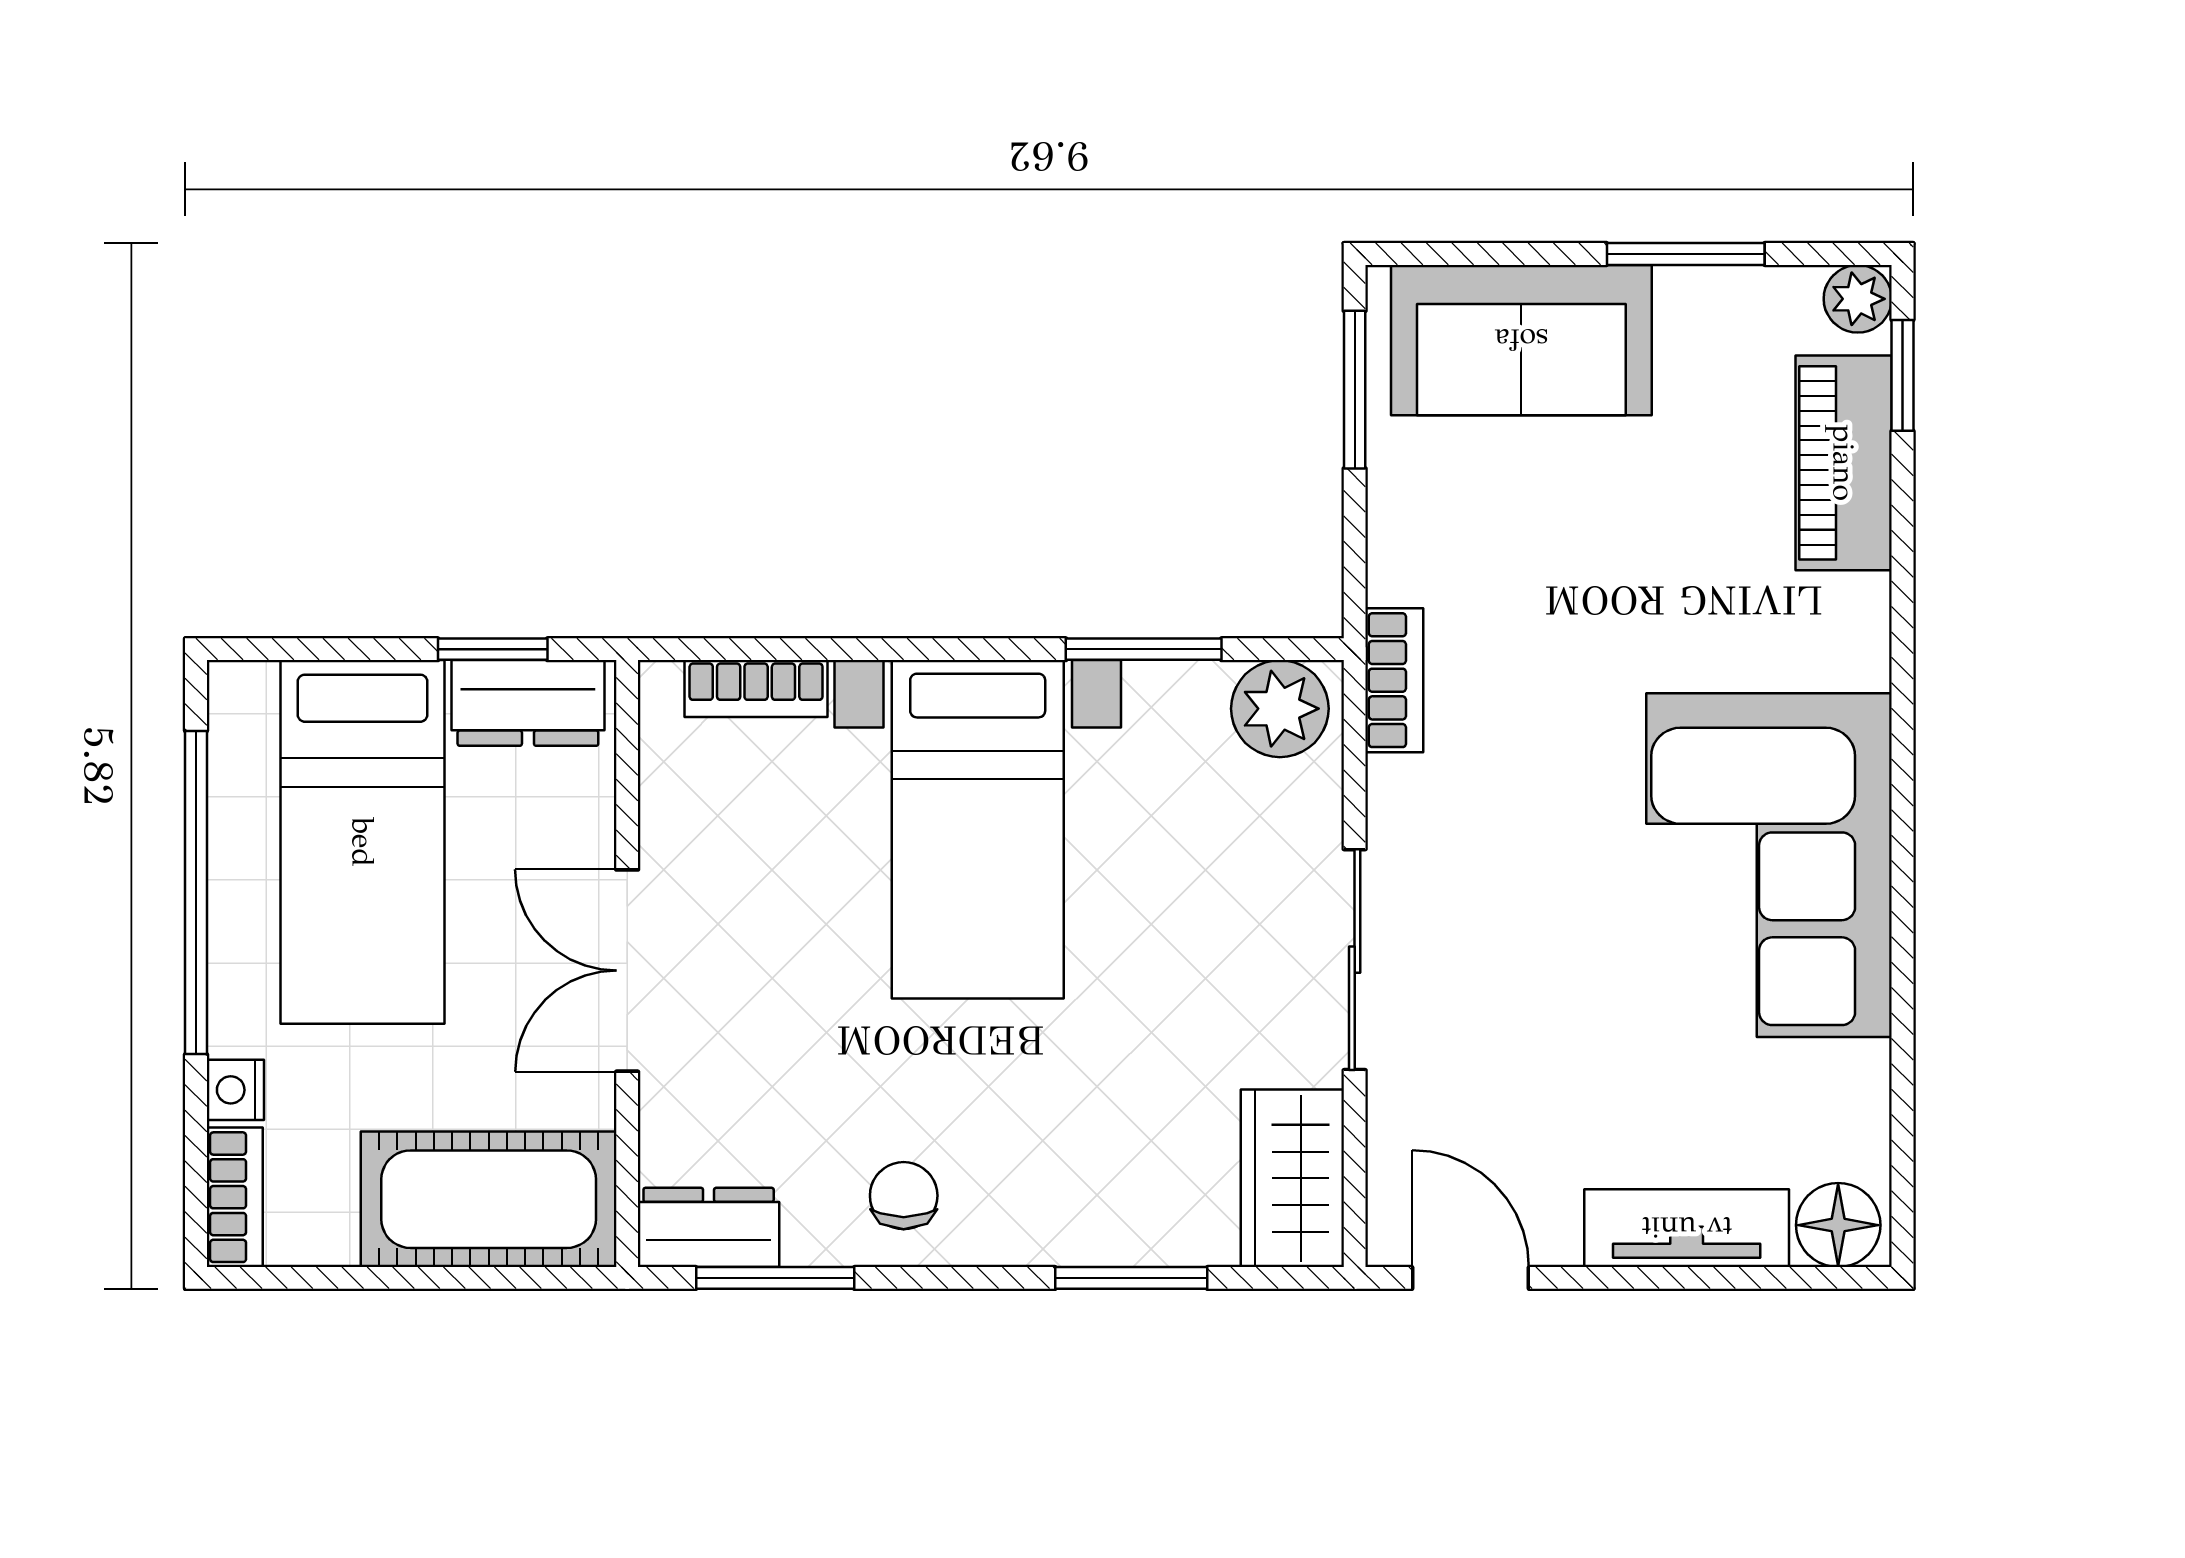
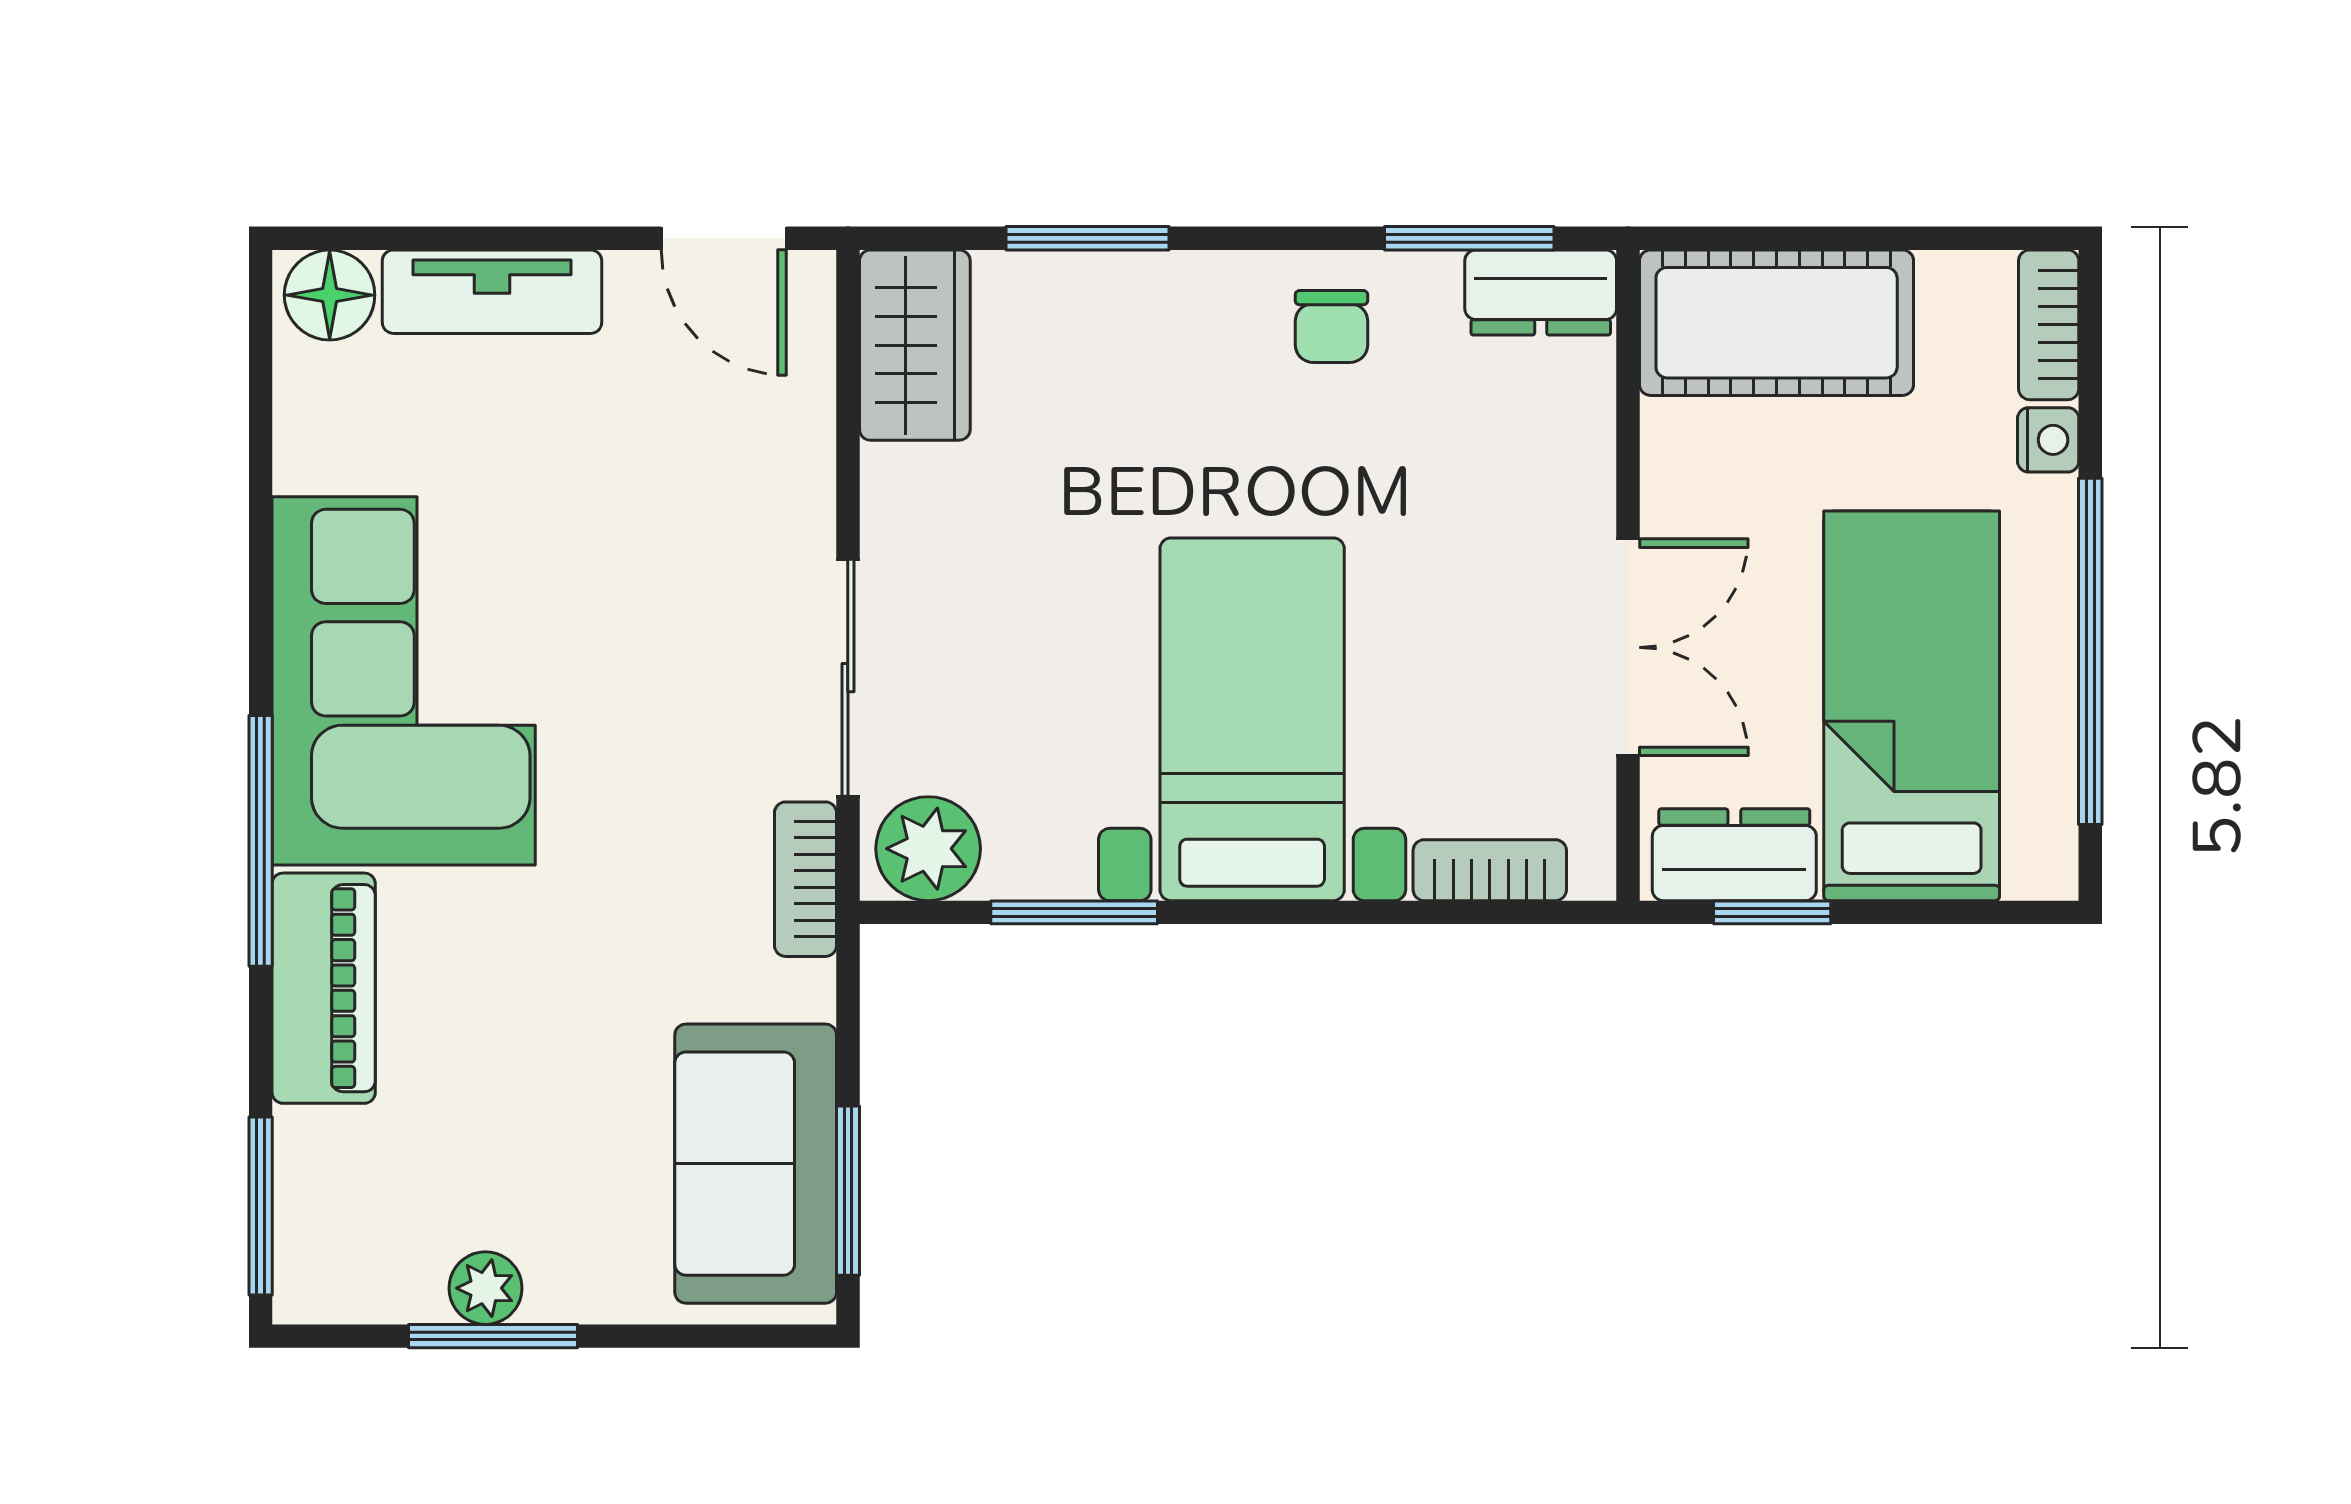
plant: (1858, 299) -> (485, 1288), moved
sofa: (1521, 340) -> (756, 1164), moved, turned -90
window: (1903, 375) -> (261, 1206), width x1.50
piano: (1844, 463) -> (324, 988), moved
window: (1903, 716) -> (261, 841), added
sliding door: (1355, 960) -> (848, 678), moved
double door: (627, 971) -> (1628, 647), moved

